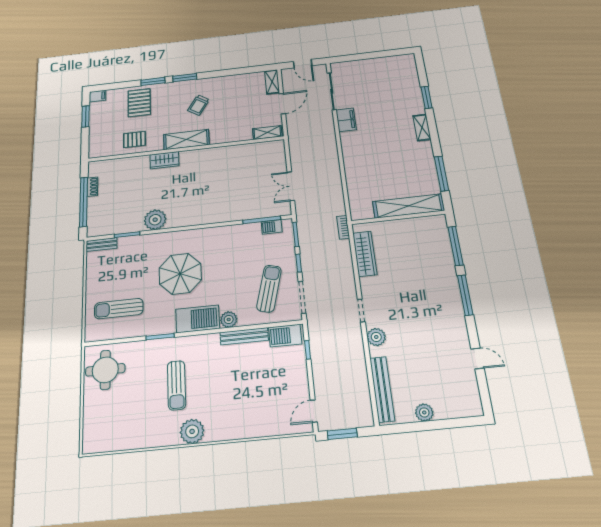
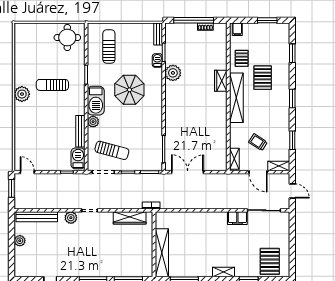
door: (303, 64) -> (292, 191), swing flipped
window: (238, 71) -> (292, 140), added
pallet: (398, 77) -> (270, 261), added
window: (153, 81) -> (292, 53), moved
filing cabinet: (97, 96) -> (237, 29), moved
pallet: (139, 103) -> (263, 78), moved, turned 90
trolley: (199, 105) -> (258, 142), moved
shelving: (186, 140) -> (236, 98), width x1.47
double door: (291, 186) -> (188, 172), width x1.37
barbecue: (272, 227) -> (157, 61), moved

